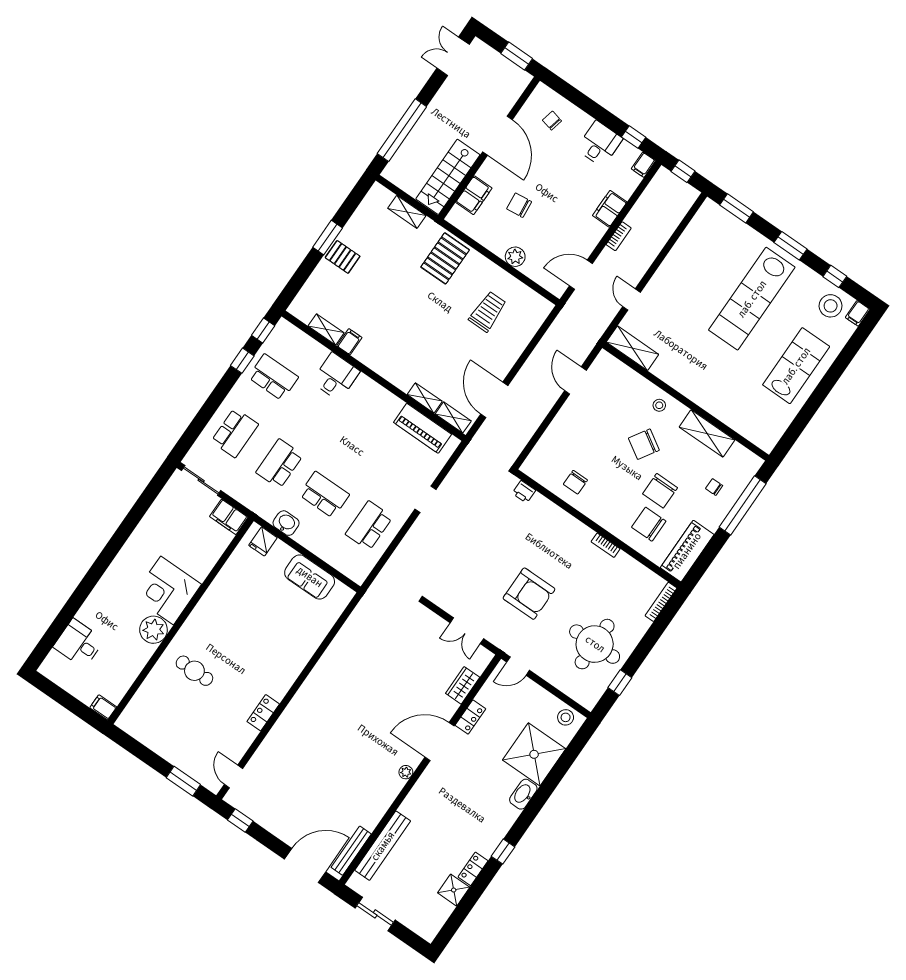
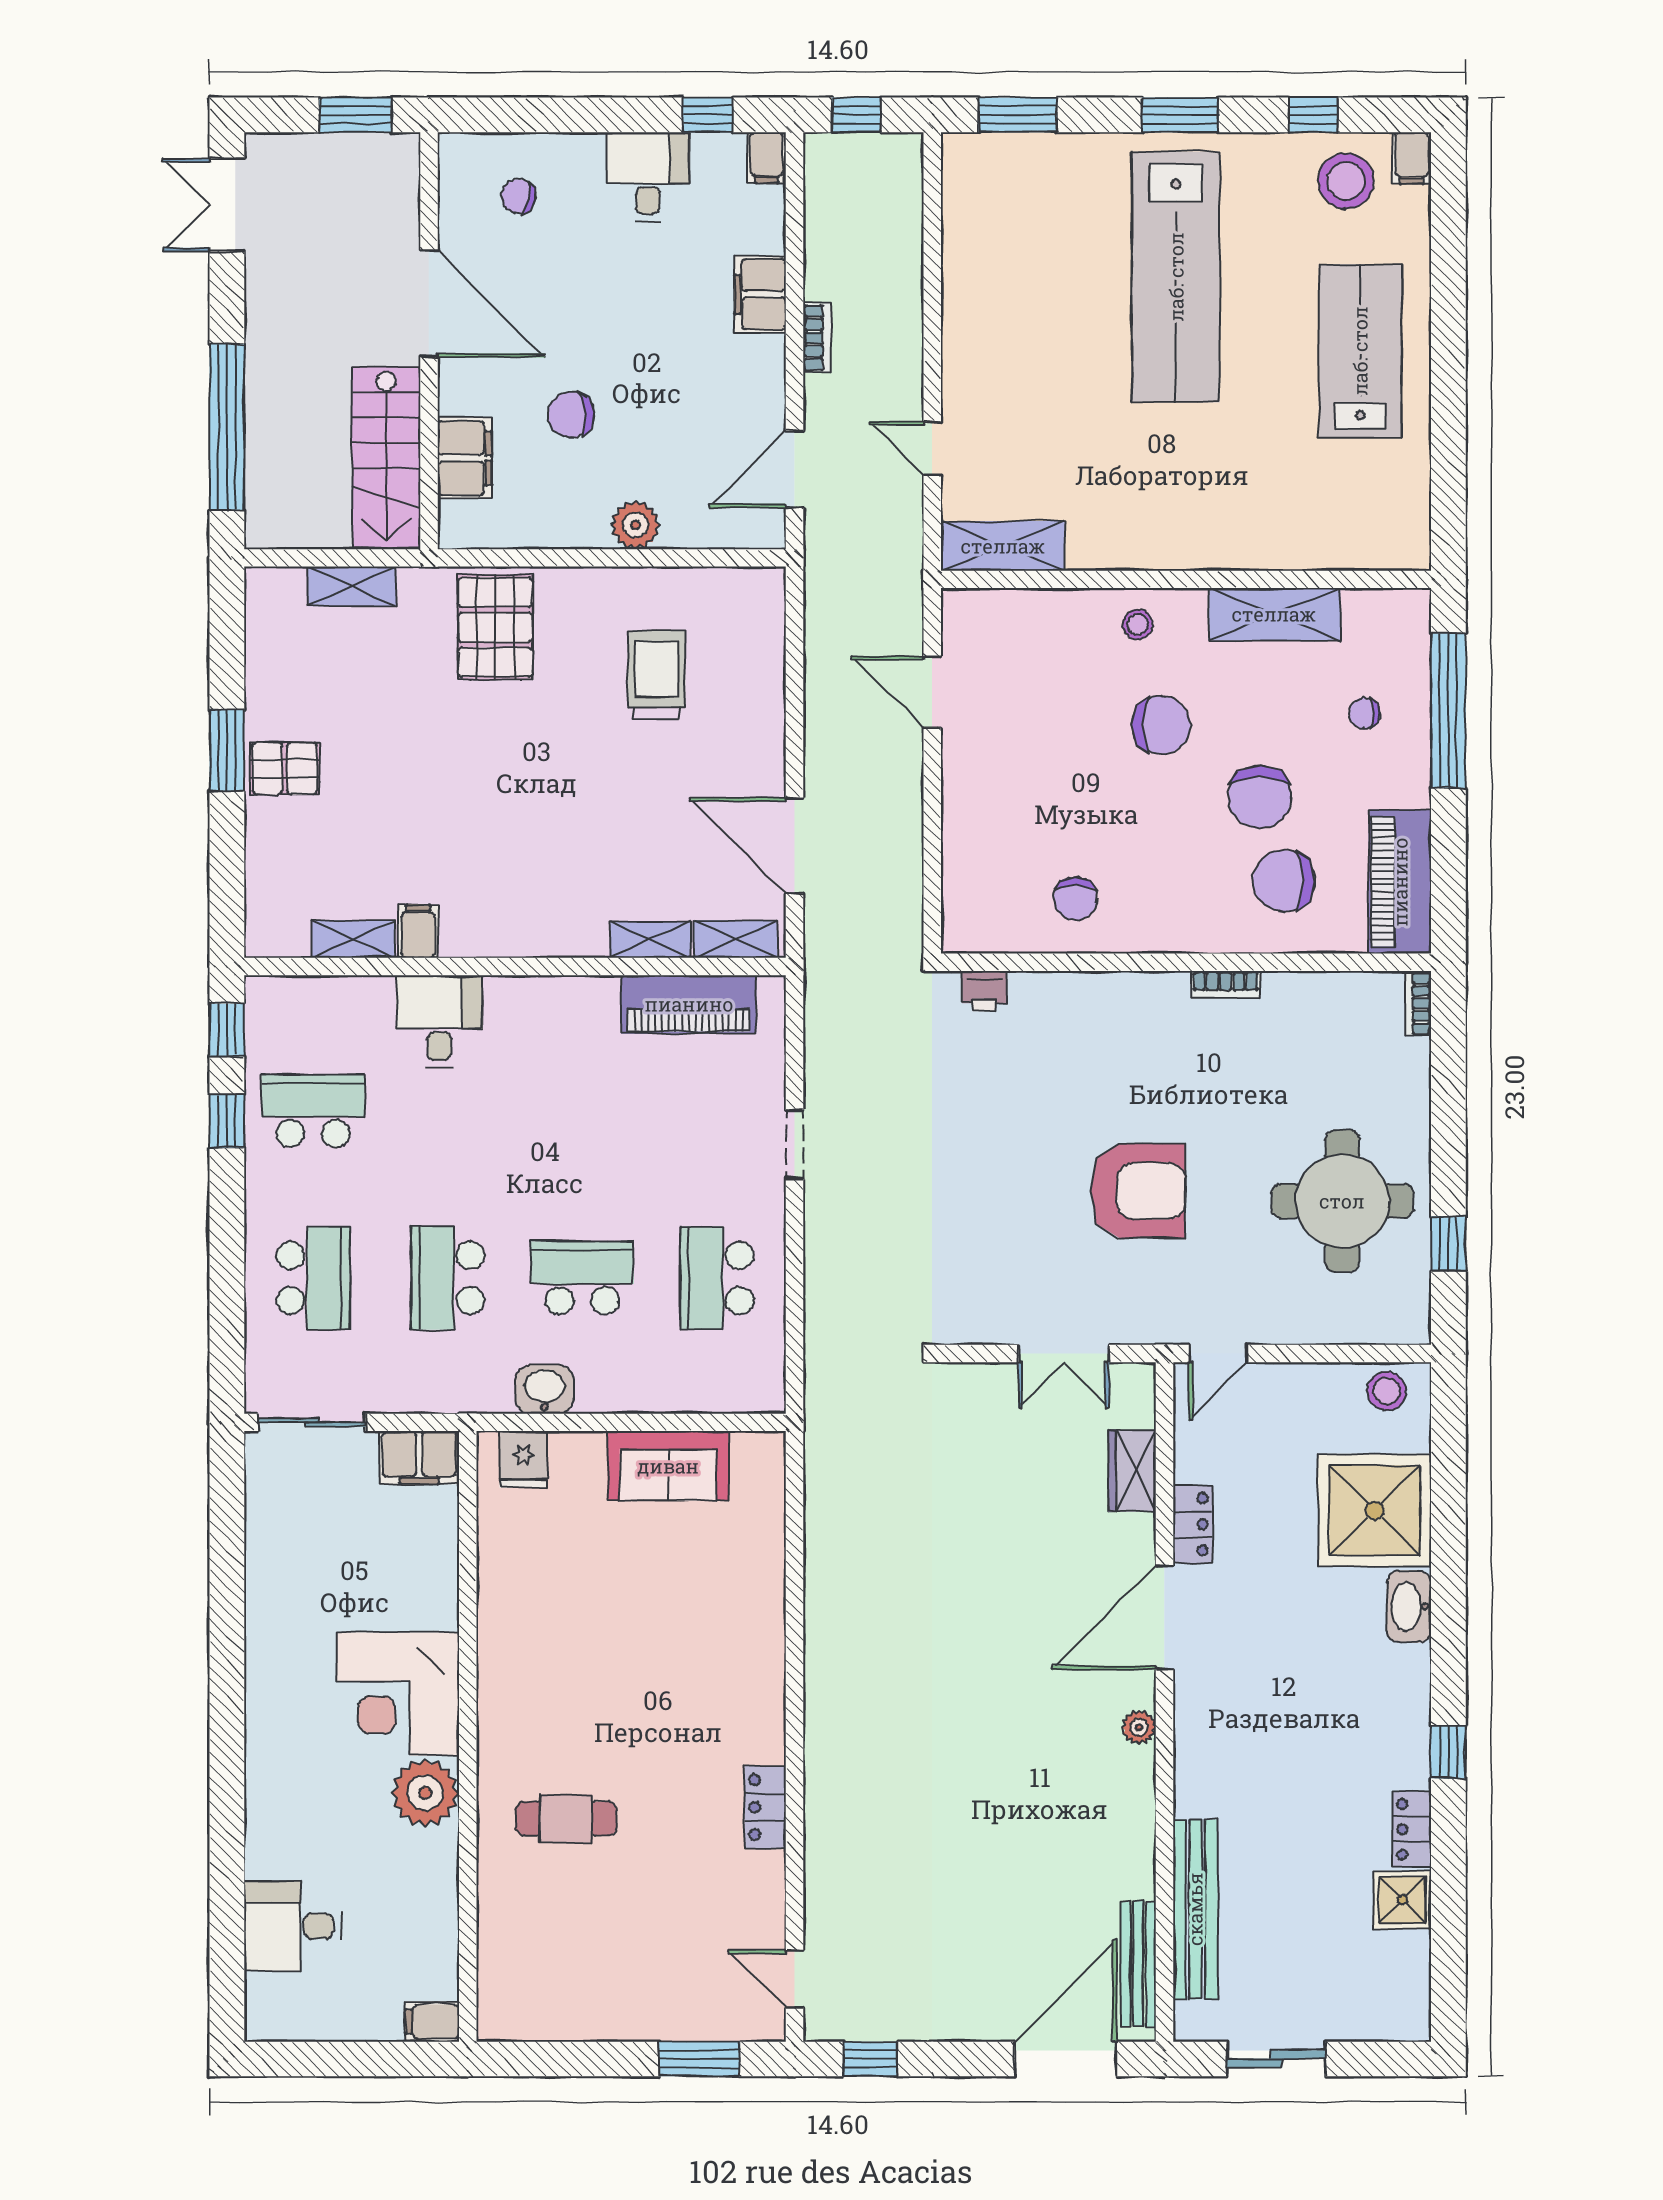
chair: (644, 444) -> (1161, 725), turned -122
bookcase: (661, 602) -> (1418, 1003), width x0.64

